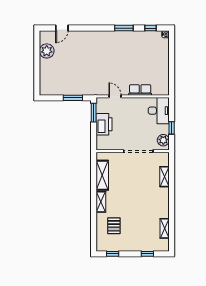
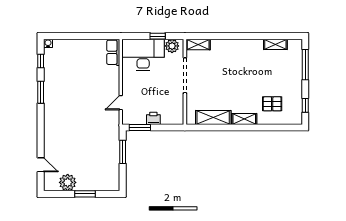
window: (37, 66) -> (85, 194), added
row of seats: (140, 90) -> (113, 52), moved
desk: (159, 111) -> (143, 55), width x1.36, depth x1.30
printer: (104, 124) -> (153, 118), width x0.53, depth x0.68
shelving: (165, 177) -> (198, 44), moved
window: (147, 254) -> (305, 65), width x2.17

